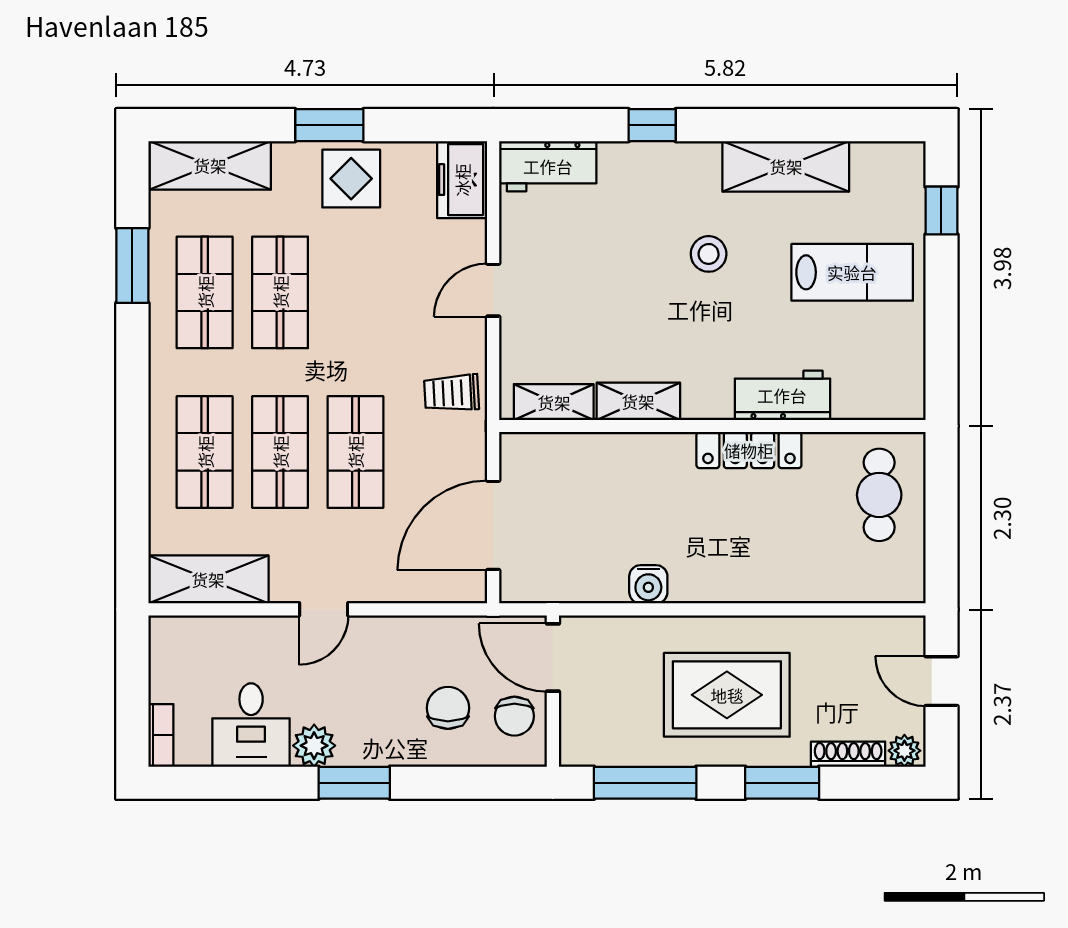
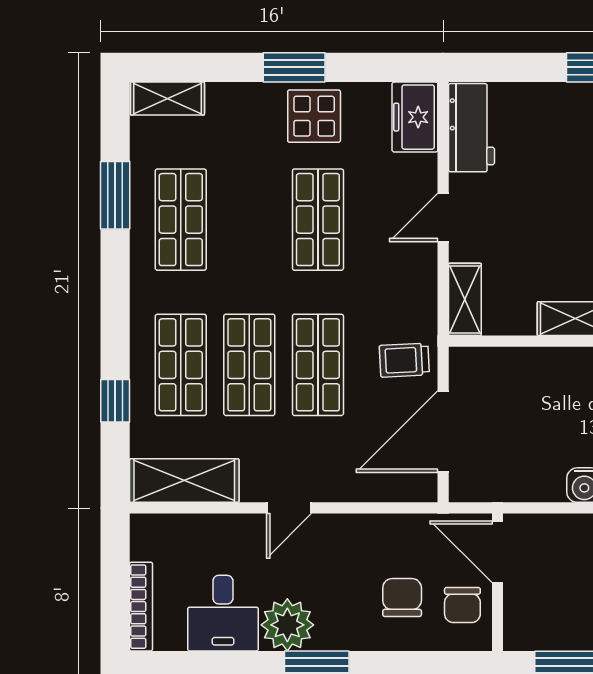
shelving: (210, 165) -> (167, 99), width x0.67, depth x0.75
workbench: (548, 166) -> (471, 128), moved, turned -90
shop shelf: (280, 292) -> (318, 220), moved
trolley: (452, 393) -> (404, 360), moved
shelving: (554, 402) -> (465, 299), moved, turned 90
window: (132, 492) -> (115, 401), added
bookcase: (161, 735) -> (141, 607), width x1.56
plant: (314, 746) -> (287, 625), width x1.36, depth x1.36

